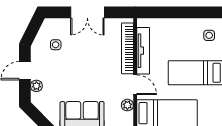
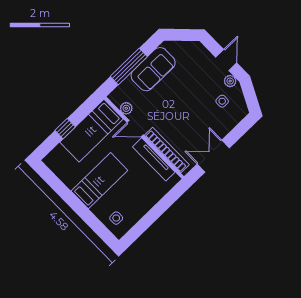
double door: (87, 12) -> (213, 156), moved
plant: (36, 86) -> (230, 81), moved

